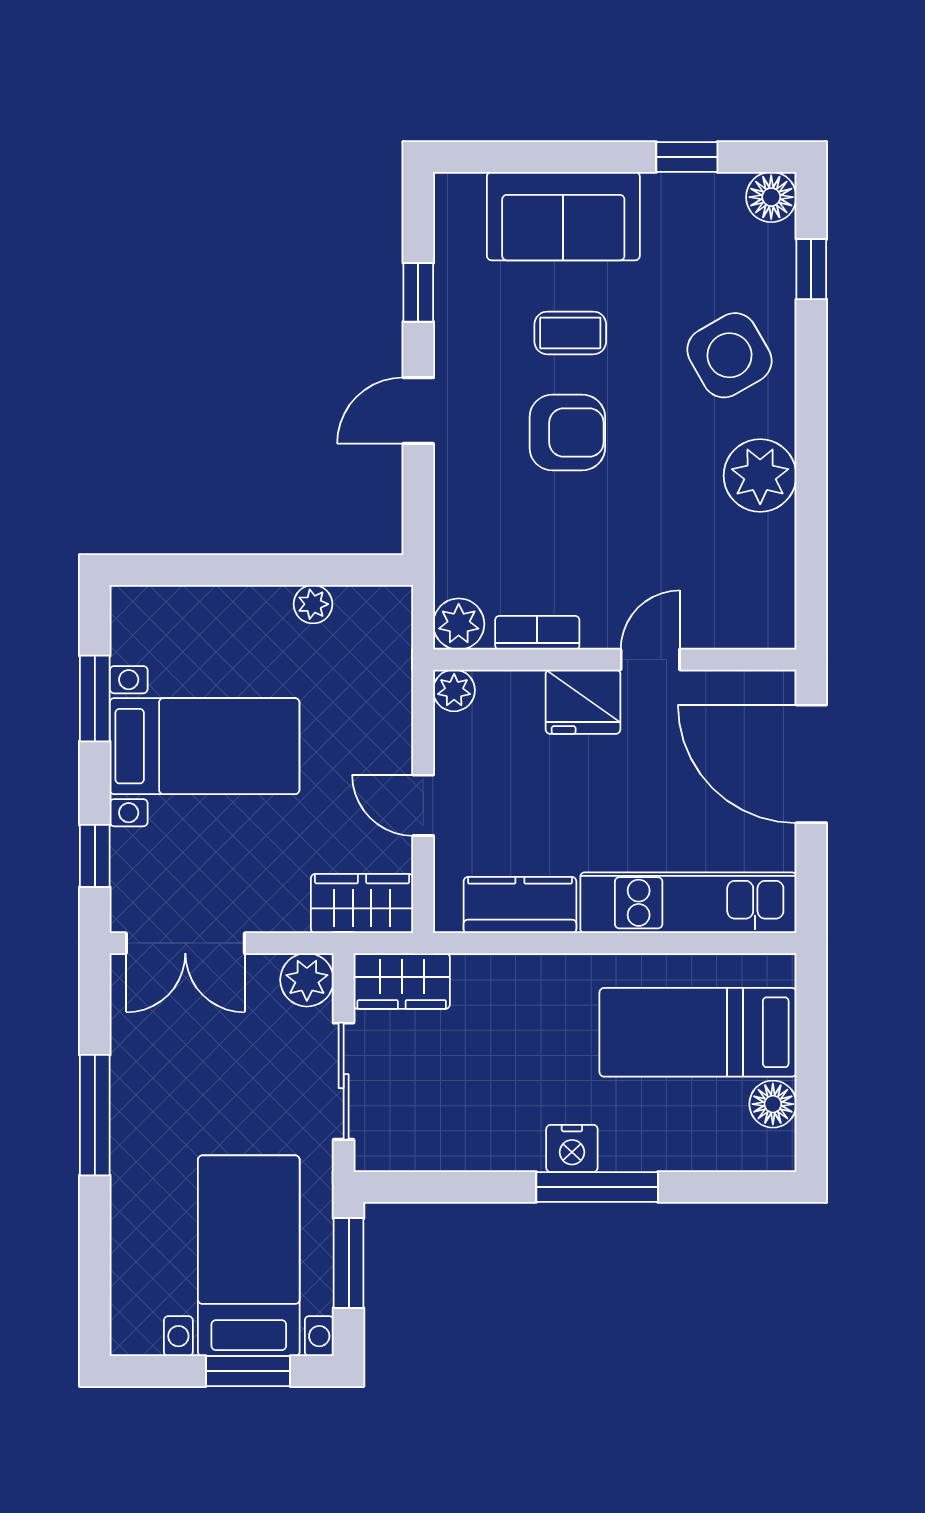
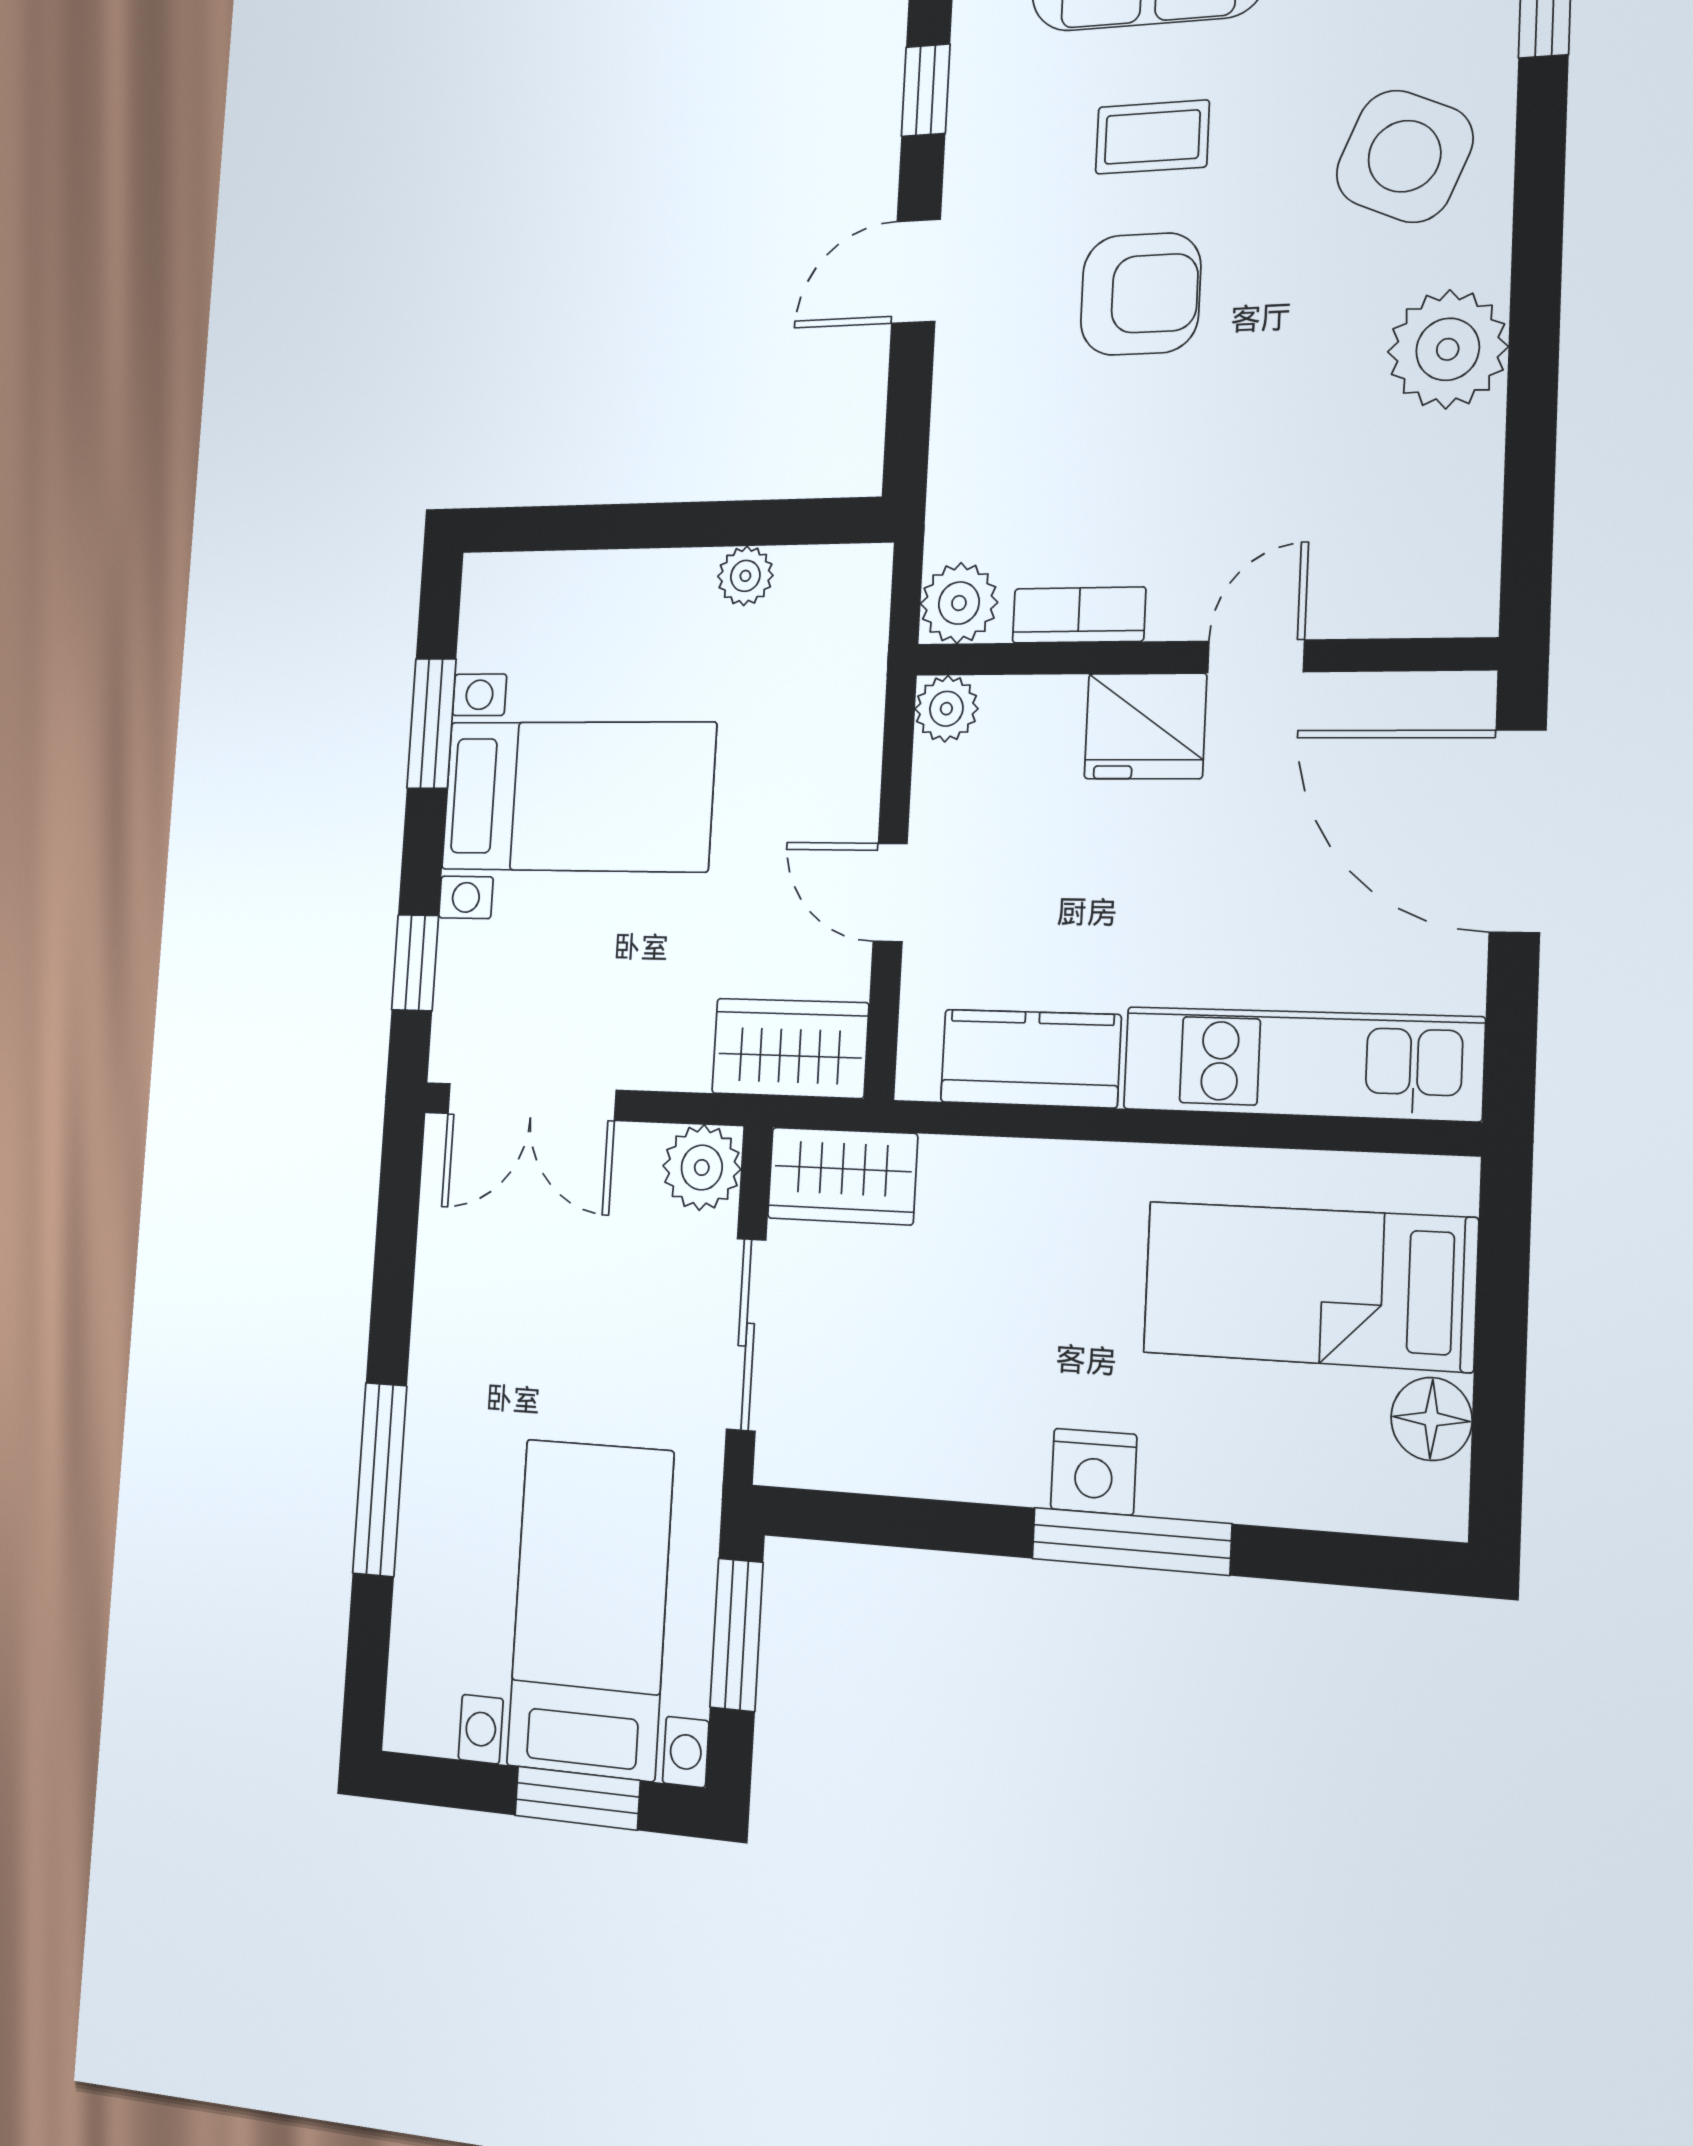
side table: (729, 355) -> (1405, 156), turned -37
window: (95, 1115) -> (380, 1479), moved

